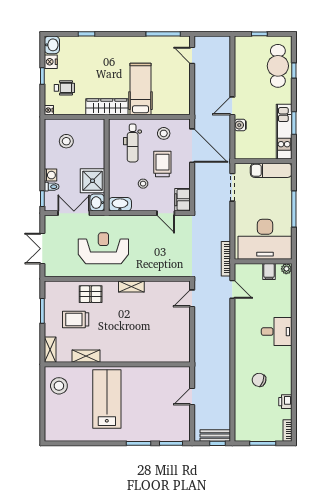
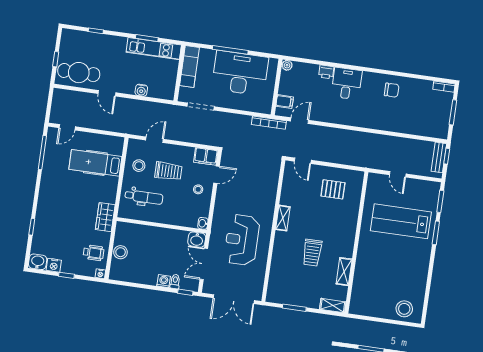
cafe table: (278, 66) -> (79, 73), moved
wheelchair: (64, 88) -> (94, 253), moved, turned 90
hospital bed: (141, 89) -> (95, 163), moved
door: (232, 106) -> (107, 93), moved
wardrobe: (107, 107) -> (105, 217), width x0.67
stool: (66, 141) -> (121, 252), moved
door: (192, 146) -> (155, 140), width x0.53
trolley: (162, 164) -> (168, 171), turned 180
shower: (92, 181) -> (175, 241), removed
stool: (143, 184) -> (198, 189), moved
washbasin: (120, 204) -> (203, 223), width x0.52, depth x0.69
desk: (265, 239) -> (240, 73), moved, turned -90
double door: (42, 249) -> (234, 299), width x1.37
filing cabinet: (269, 272) -> (285, 102), moved
pallet: (91, 294) -> (333, 189), moved, turned 90
trolley: (76, 319) -> (312, 253), moved
chair: (259, 380) -> (392, 90), moved, turned -110
stool: (59, 386) -> (404, 309), moved
lab bench: (107, 399) -> (401, 221), moved
printer: (285, 402) -> (326, 72), moved

